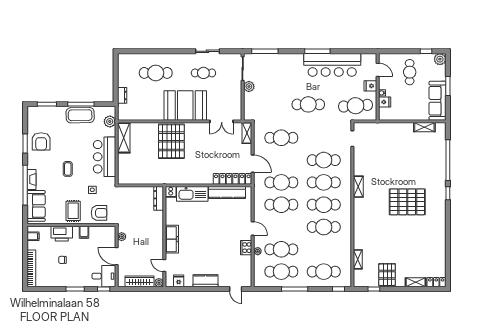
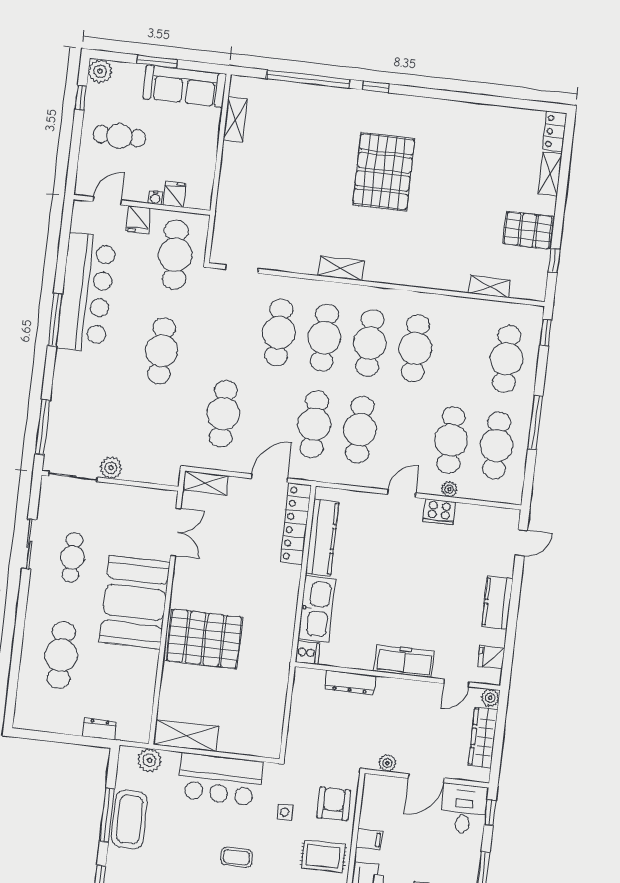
dresser: (159, 198) -> (350, 682), moved

